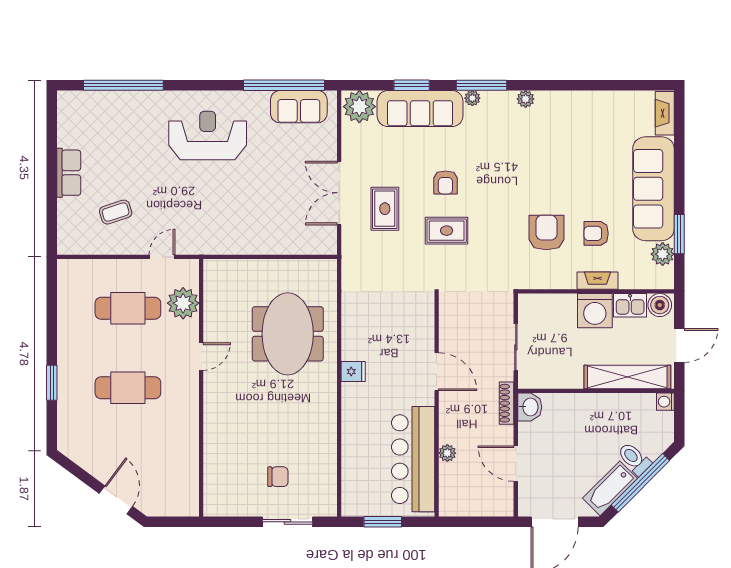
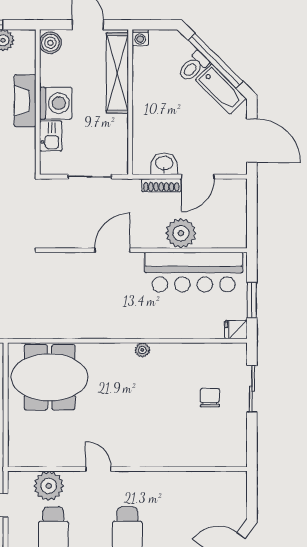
fireplace: (597, 281) -> (25, 101), width x1.37, depth x1.32
kitchen sink: (630, 305) -> (51, 136), moved
meeting table: (288, 334) -> (50, 377), moved
fridge: (353, 372) -> (236, 330), moved, turned -90
shoe rack: (507, 403) -> (161, 185), moved
plant: (329, 404) -> (142, 350), added
washbasin: (530, 407) -> (164, 164), moved
plant: (447, 453) -> (181, 233), width x1.87, depth x1.87

